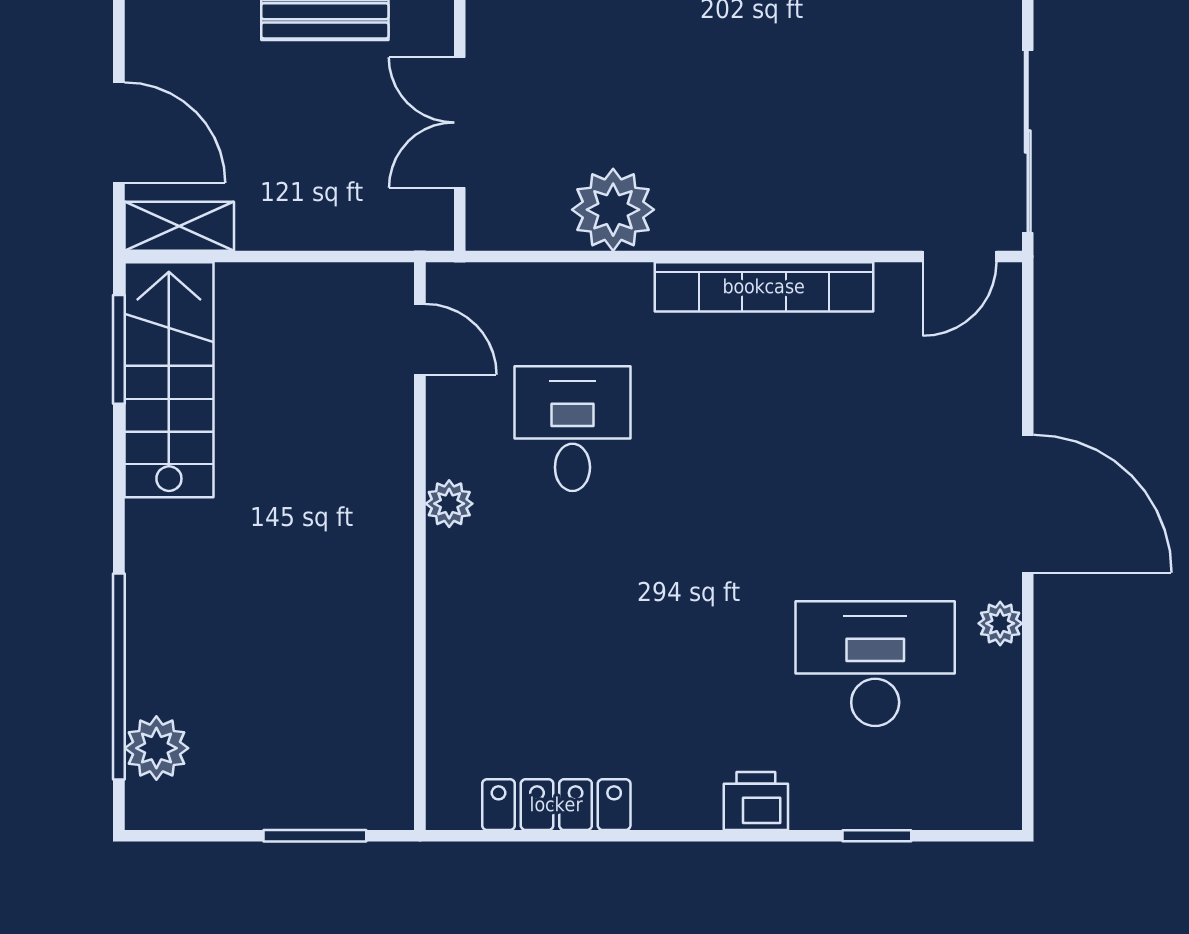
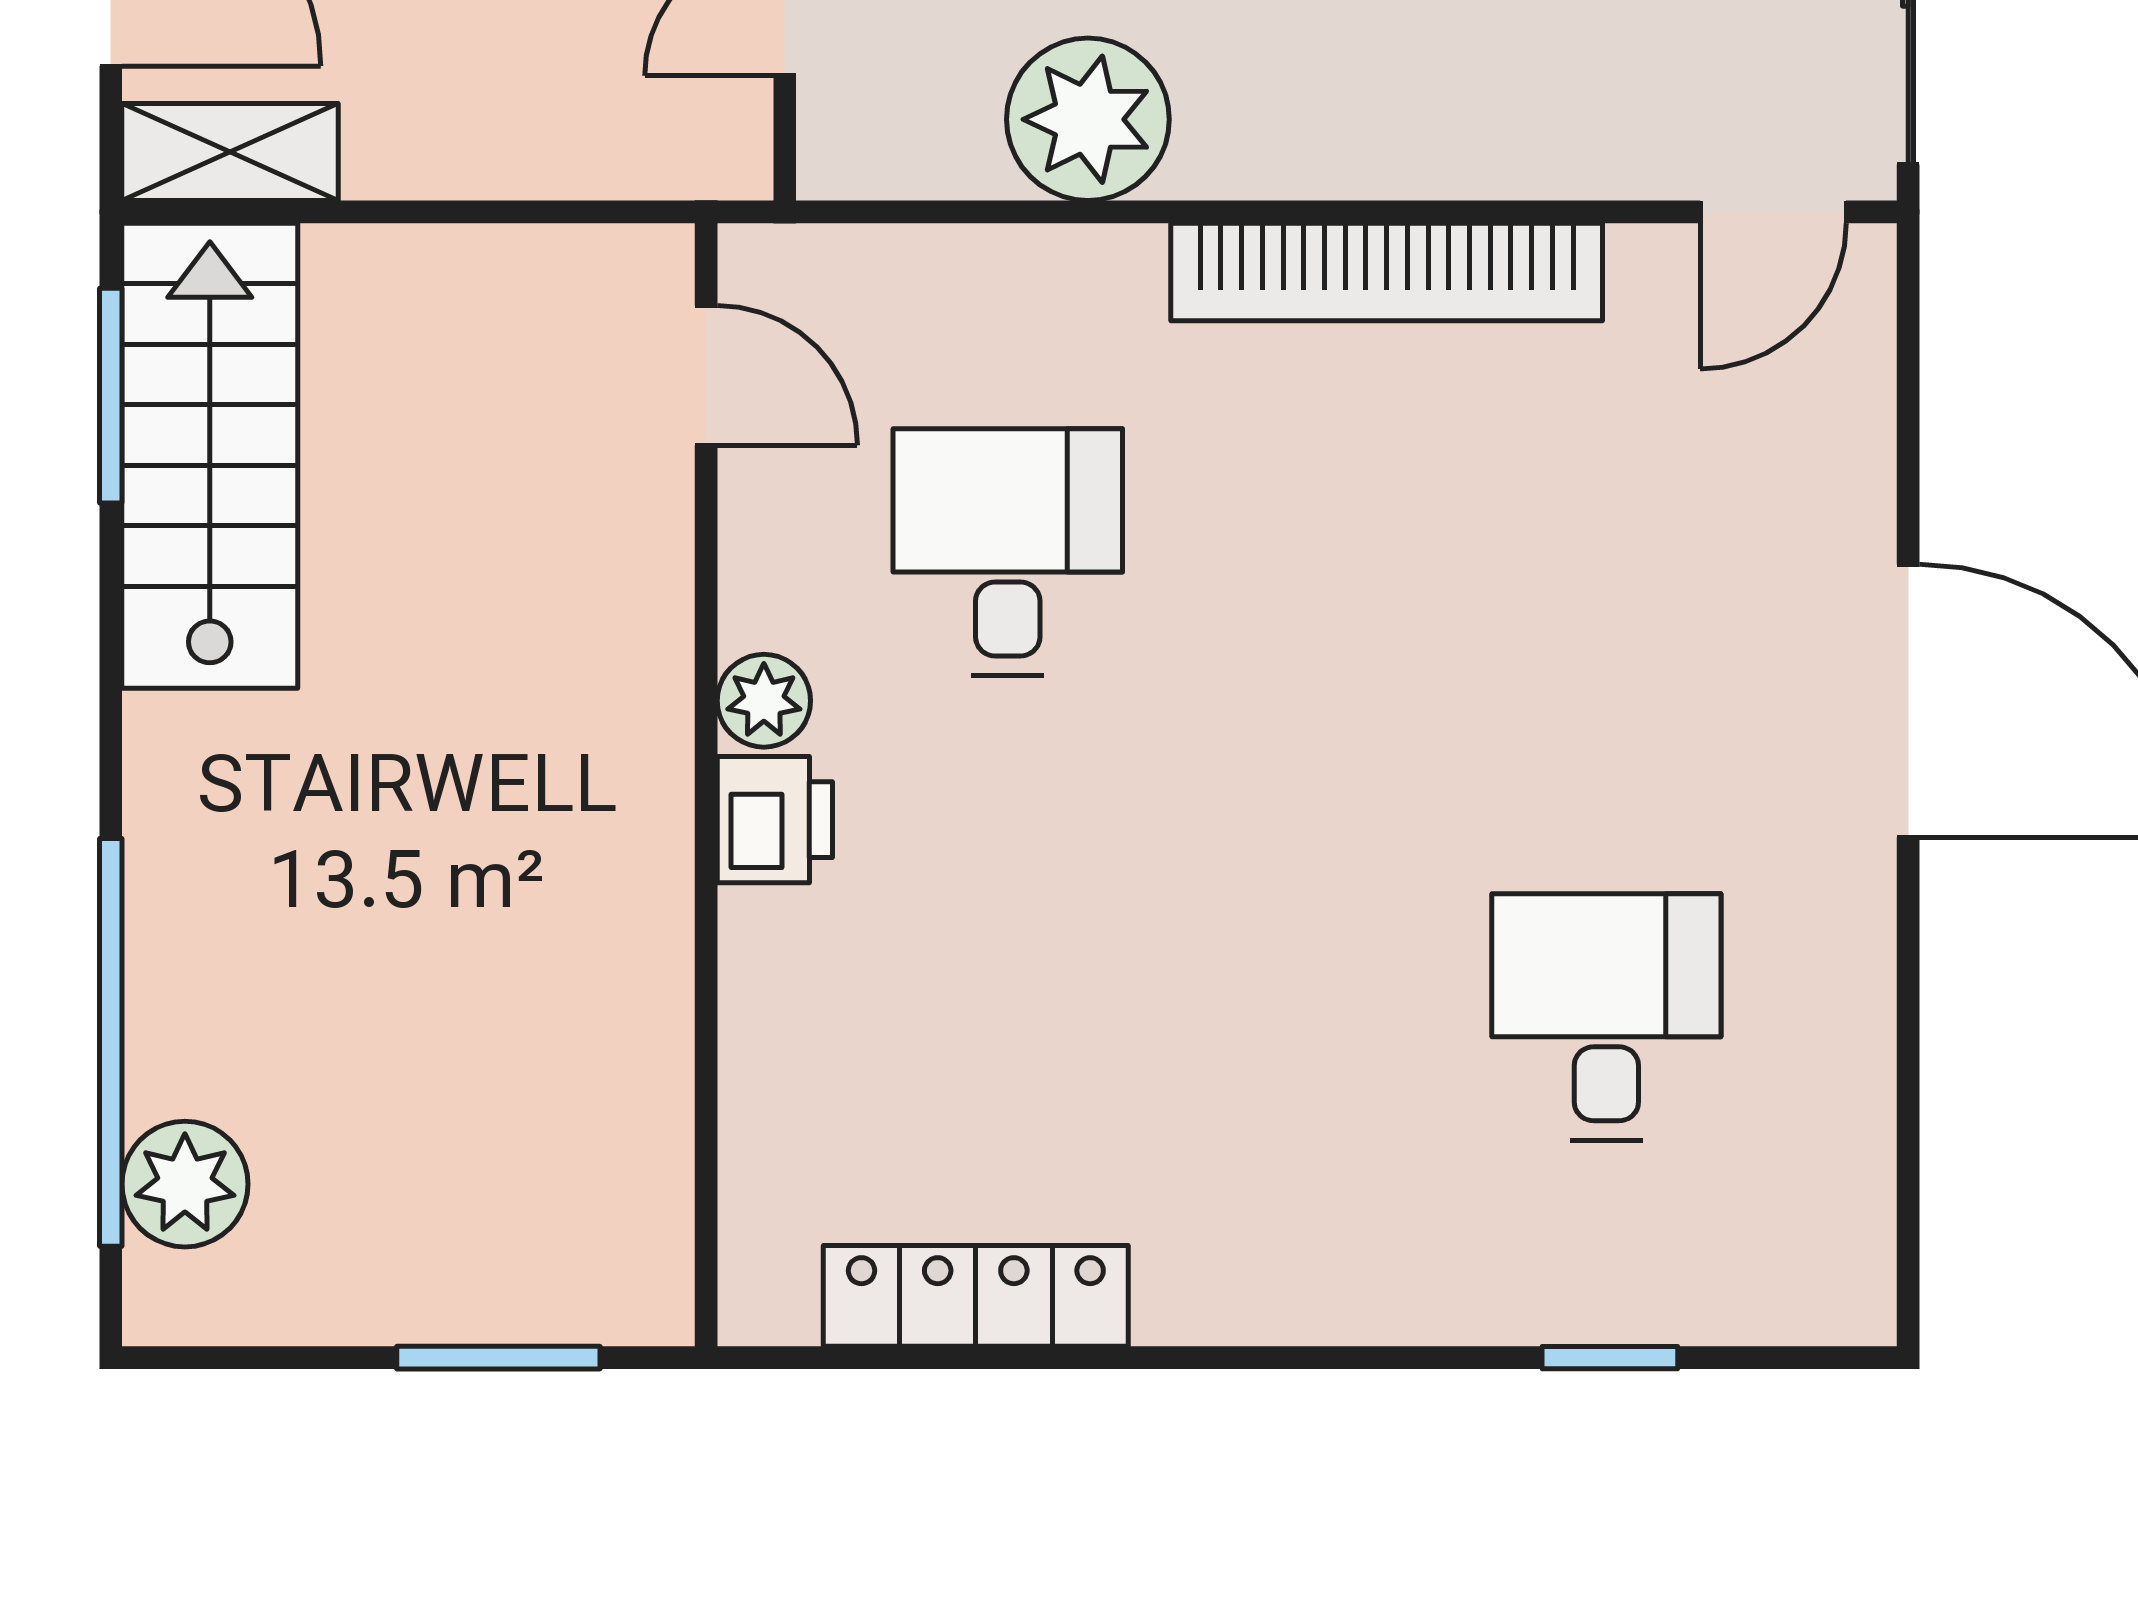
plant: (1000, 623) -> (1854, 938), removed
desk: (875, 664) -> (1606, 1017), width x0.73
printer: (756, 801) -> (775, 820), moved, turned 90

